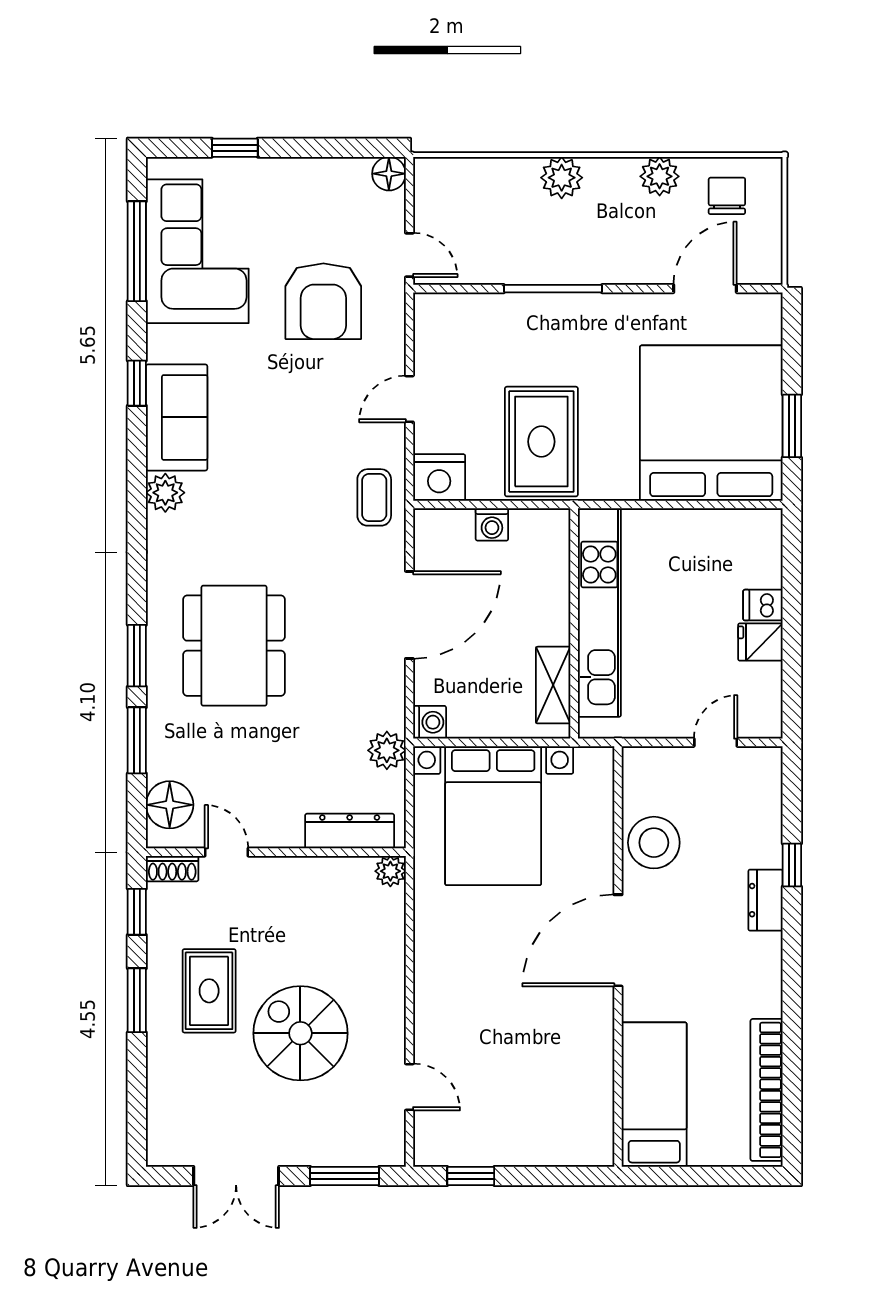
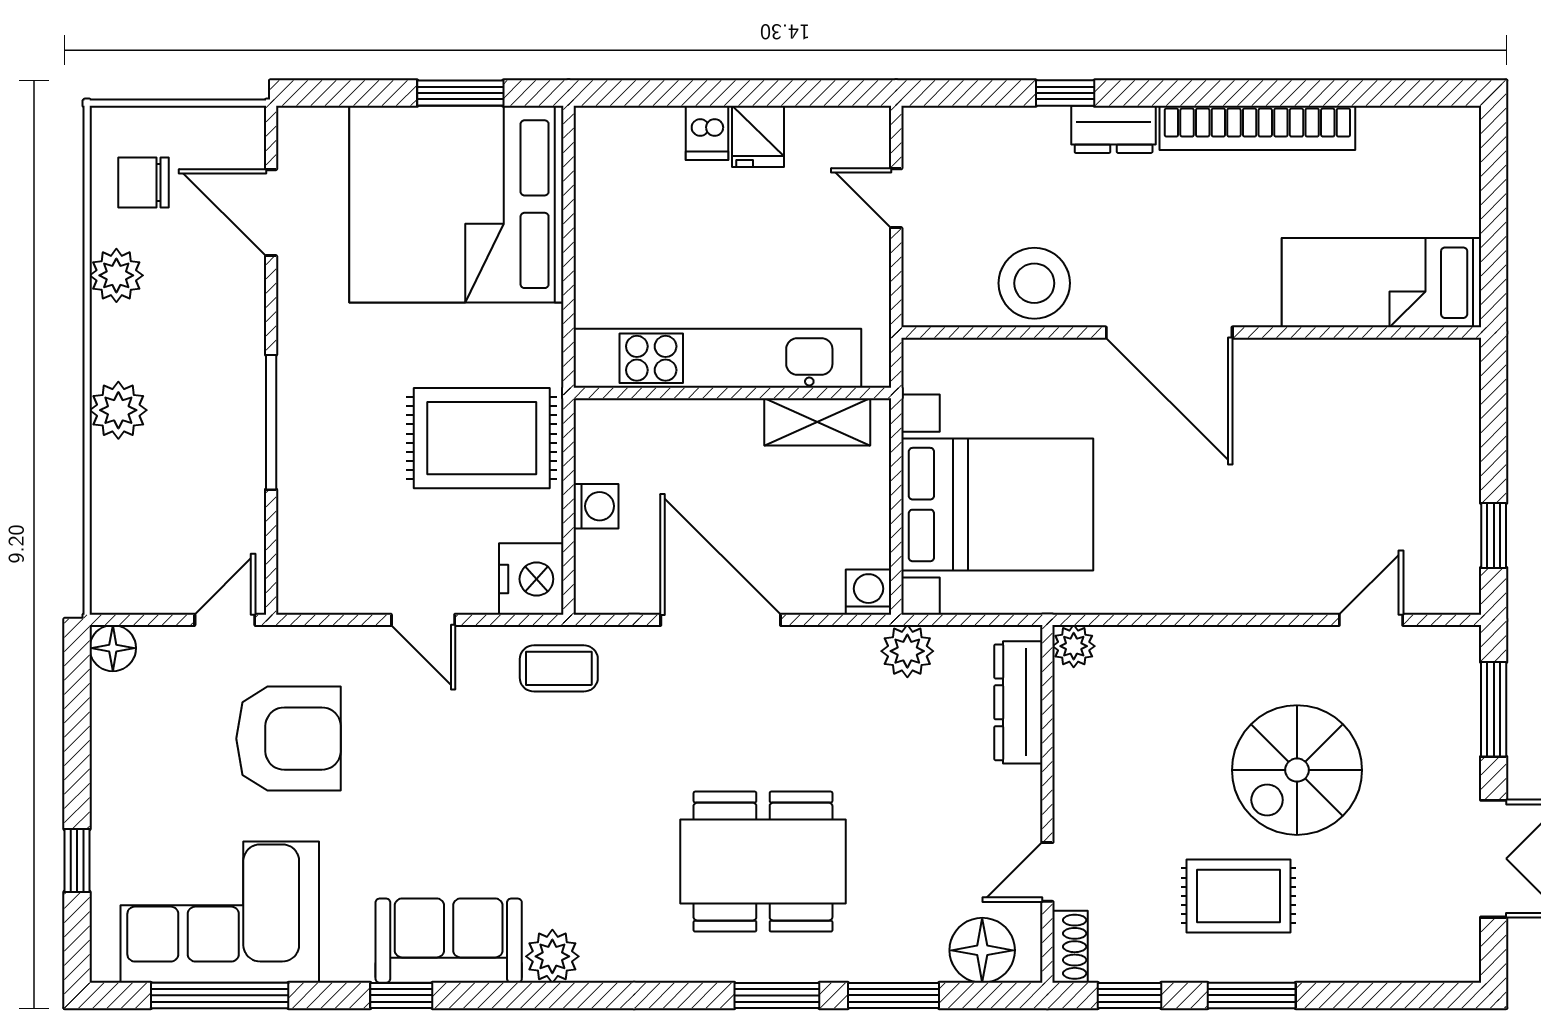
bookcase: (767, 1090) -> (1257, 128), moved

